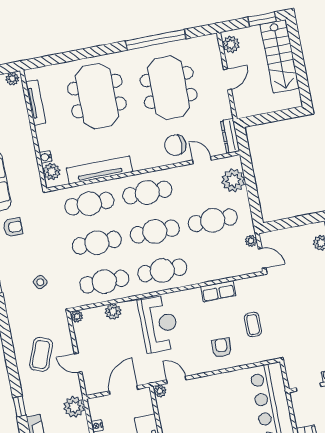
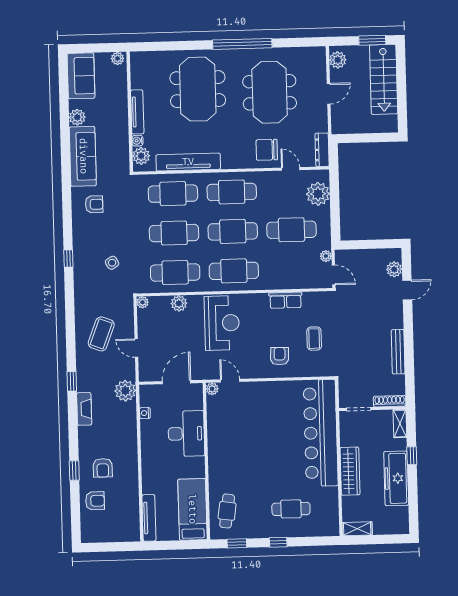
window: (156, 40) -> (242, 44), moved
tv unit: (36, 103) -> (137, 112), moved

